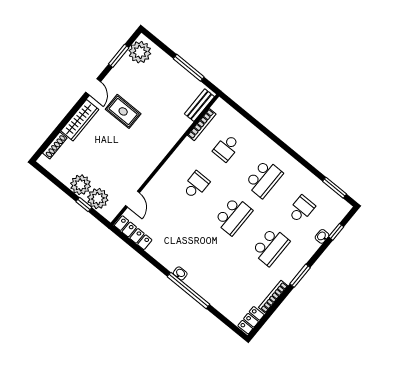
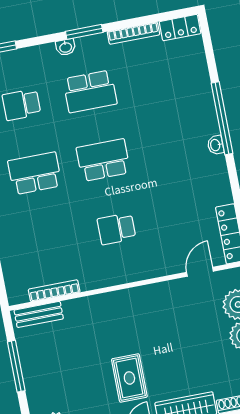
school desk: (227, 148) -> (48, 242), removed
washbasin: (322, 236) -> (66, 47), moved
school desk: (271, 247) -> (90, 91), turned 180

